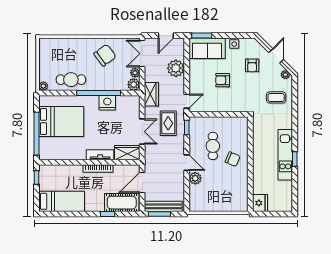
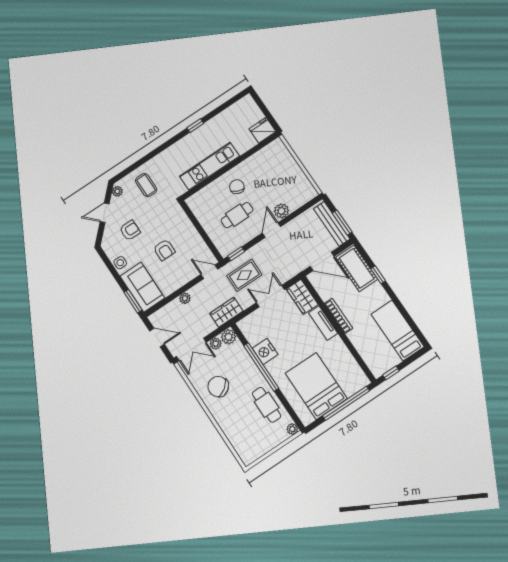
plant: (176, 68) -> (185, 298), width x0.53, depth x0.53
kitchen unit: (285, 155) -> (209, 166), moved, turned 180

